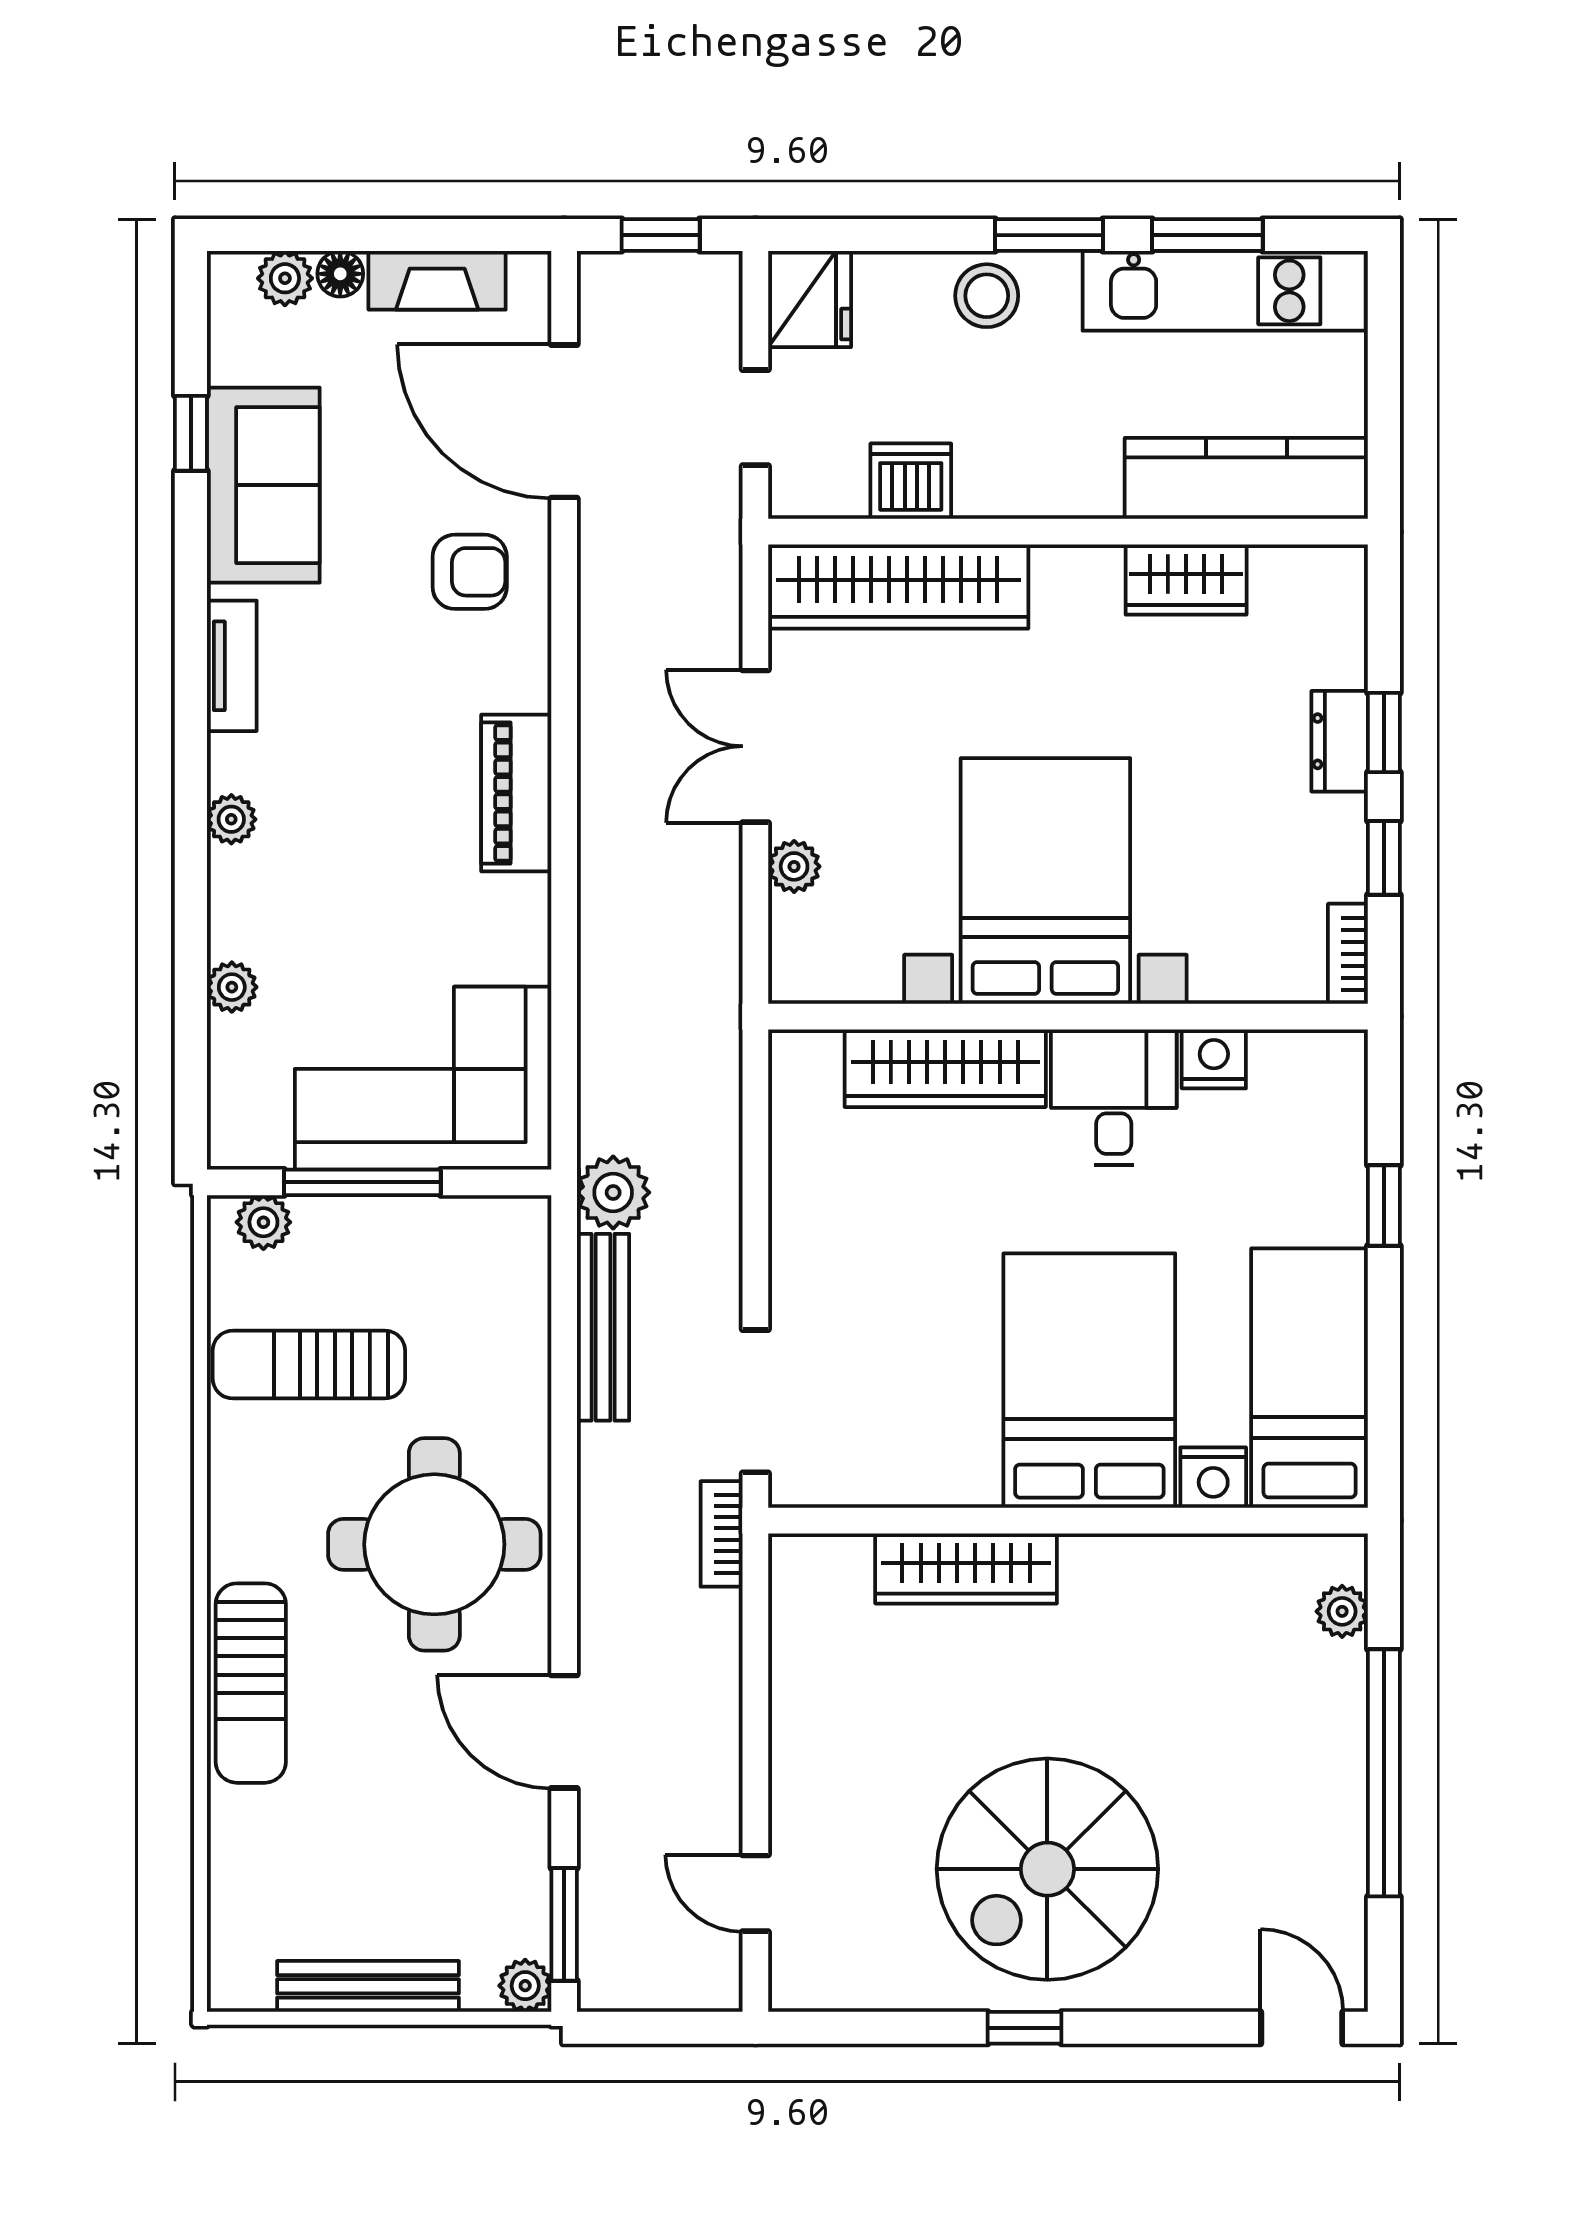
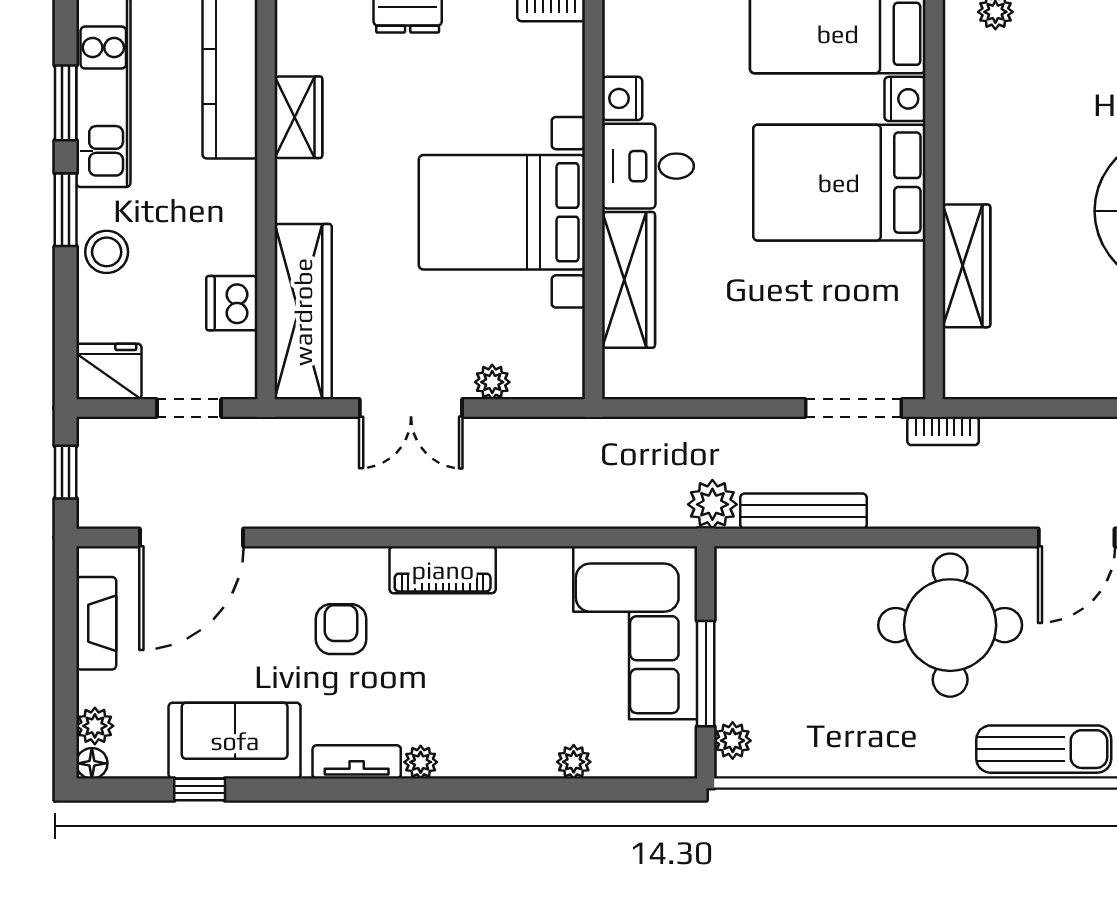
floor lamp: (340, 274) -> (92, 763), moved
armchair: (470, 572) -> (341, 629), moved
plant: (231, 819) -> (421, 762), moved
sun lounger: (309, 1365) -> (829, 710), removed

